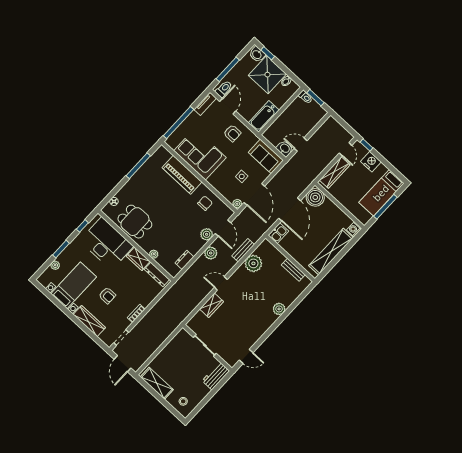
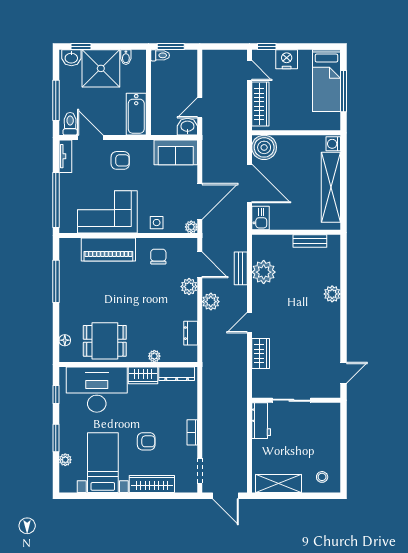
side table: (242, 176) -> (157, 223), moved
door: (254, 194) -> (200, 201), hinge flipped
workbench: (216, 376) -> (261, 421), moved, turned 180

